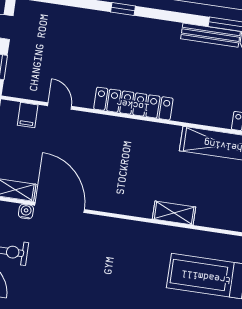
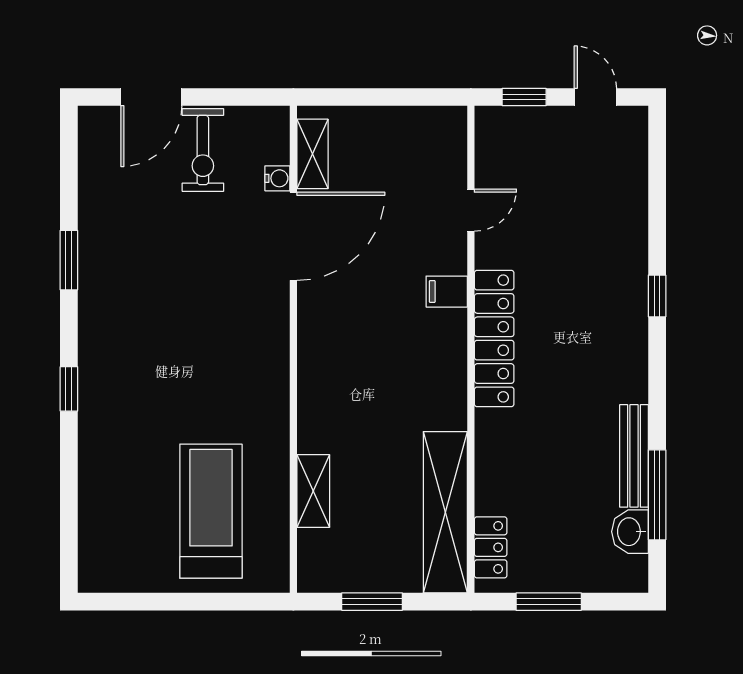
filing cabinet: (28, 115) -> (447, 292), moved
shelving: (174, 213) -> (313, 491), moved

